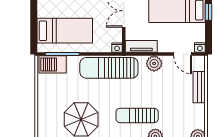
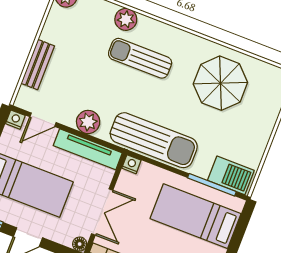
tv unit: (141, 46) -> (88, 149), width x1.41
door: (183, 54) -> (43, 120), swing flipped
sun lounger: (137, 116) -> (140, 58), turned 180

